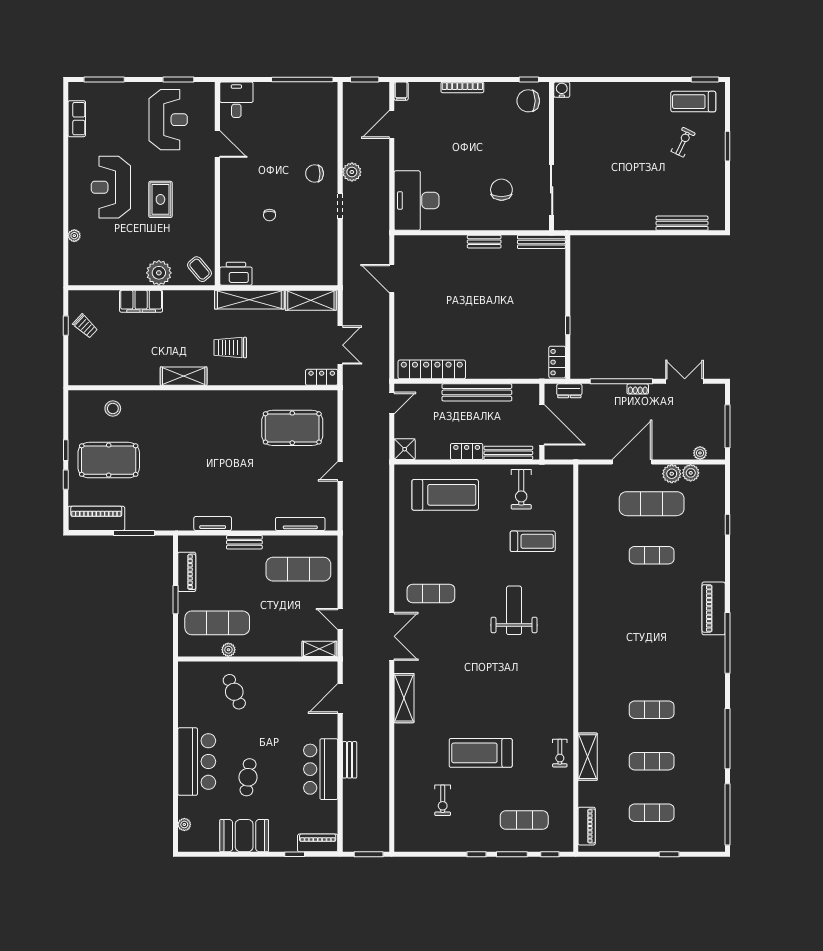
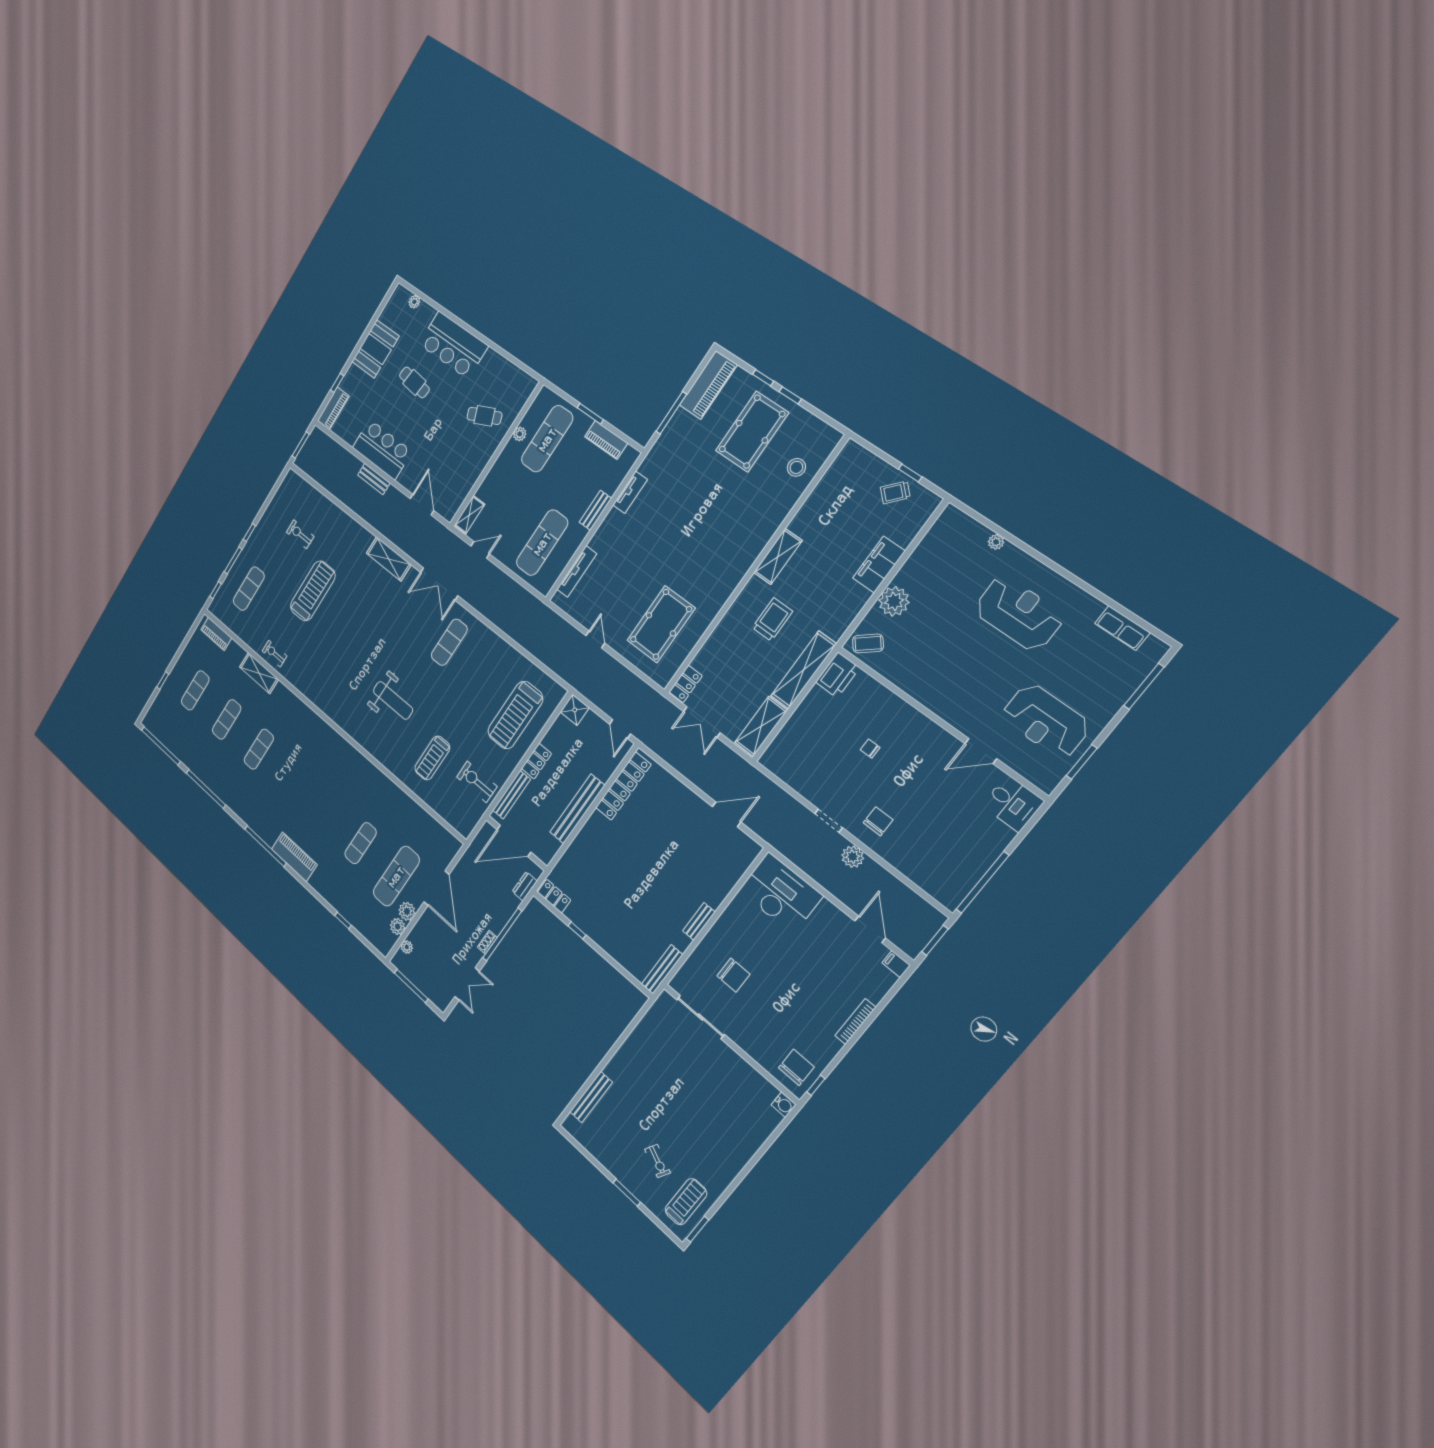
rug: (160, 199) -> (967, 654), removed

